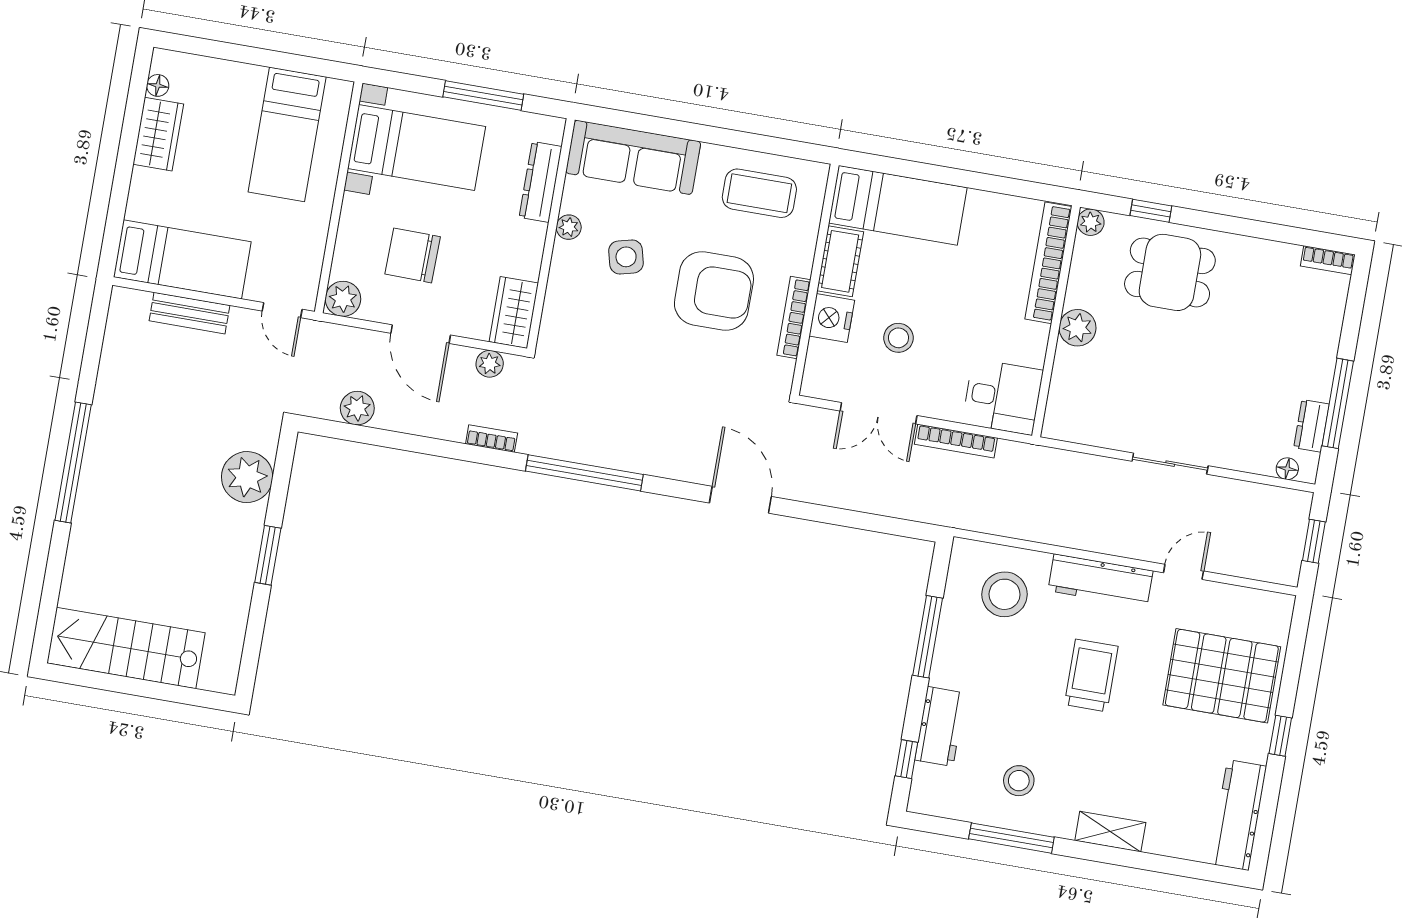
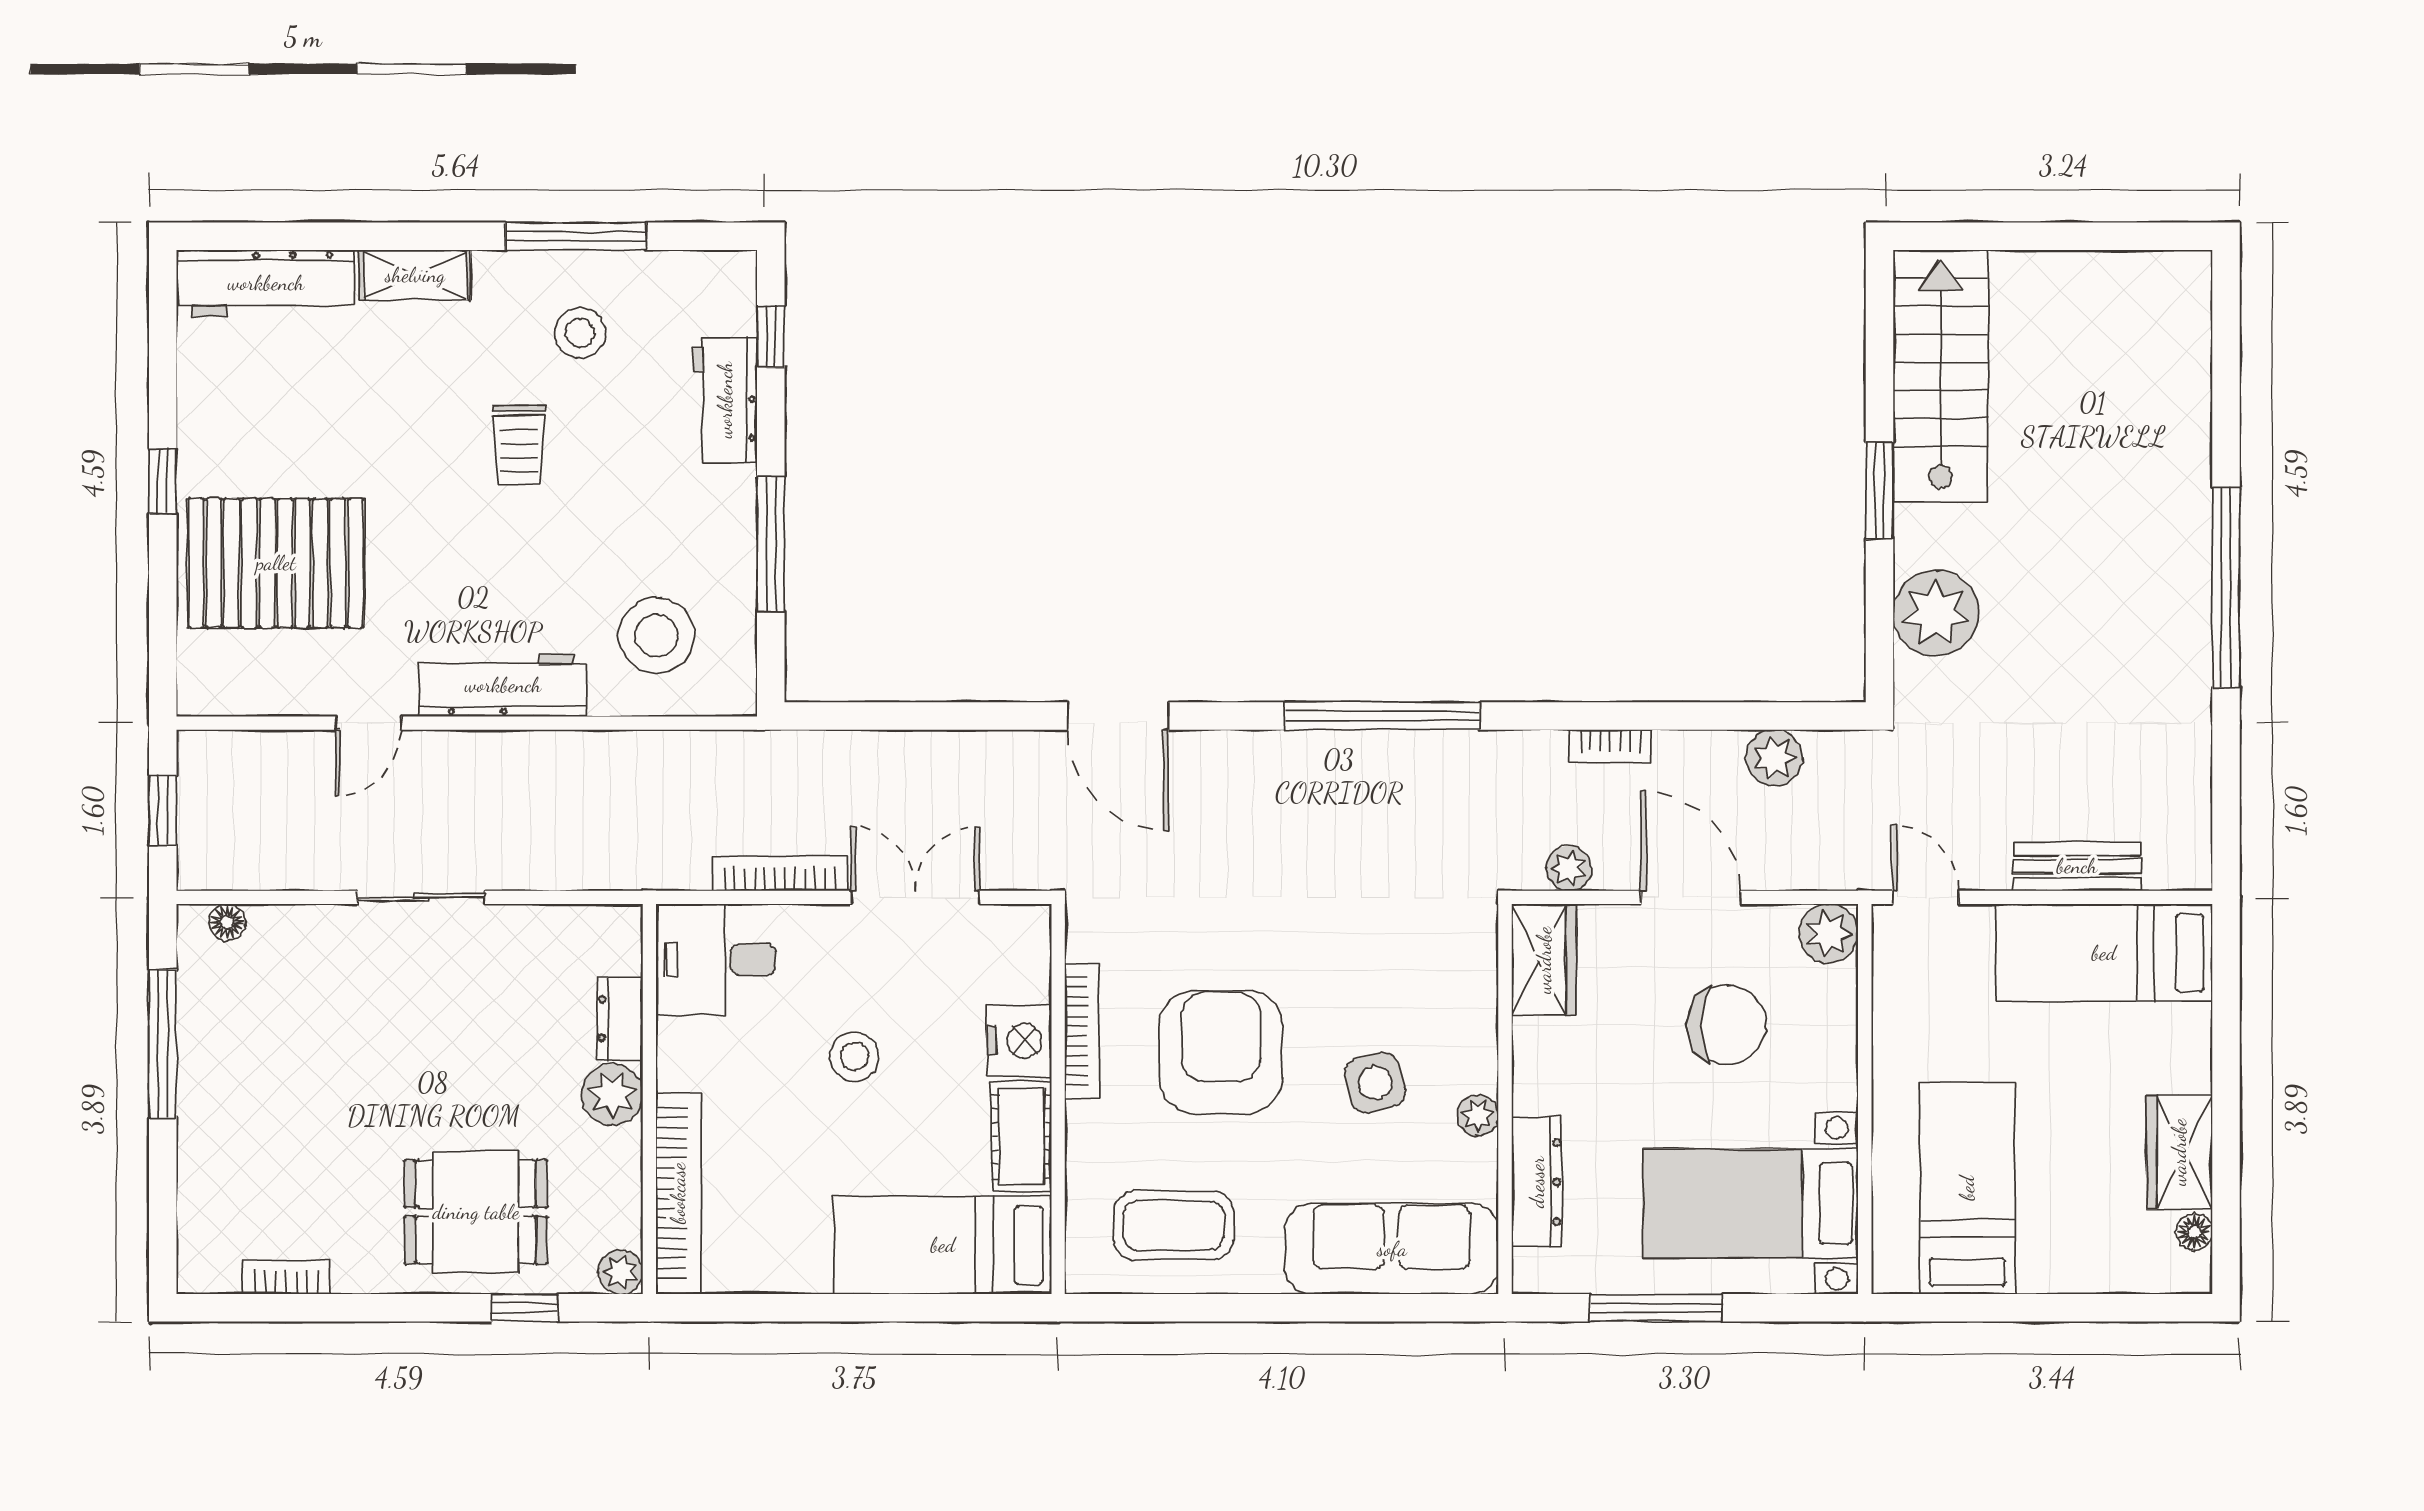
bookcase: (1328, 260) -> (286, 1277), moved
armchair: (714, 291) -> (1221, 1052), turned 90
stool: (898, 338) -> (855, 1056), moved
dresser: (1312, 426) -> (620, 1018), moved, turned 180
bookcase: (492, 438) -> (1610, 746), moved
stairs: (126, 648) -> (1941, 376), moved, turned -90
trolley: (1091, 675) -> (519, 445), moved, width x0.73, depth x0.72
workbench: (1238, 815) -> (266, 283), moved, turned 90

